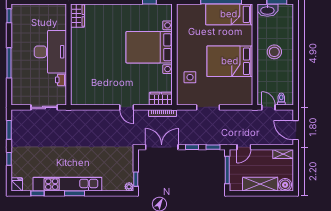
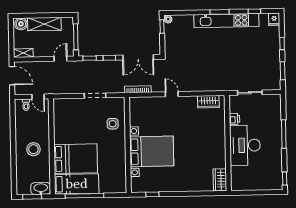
bed: (230, 61) -> (76, 159), moved
wardrobe: (161, 99) -> (208, 102), moved

